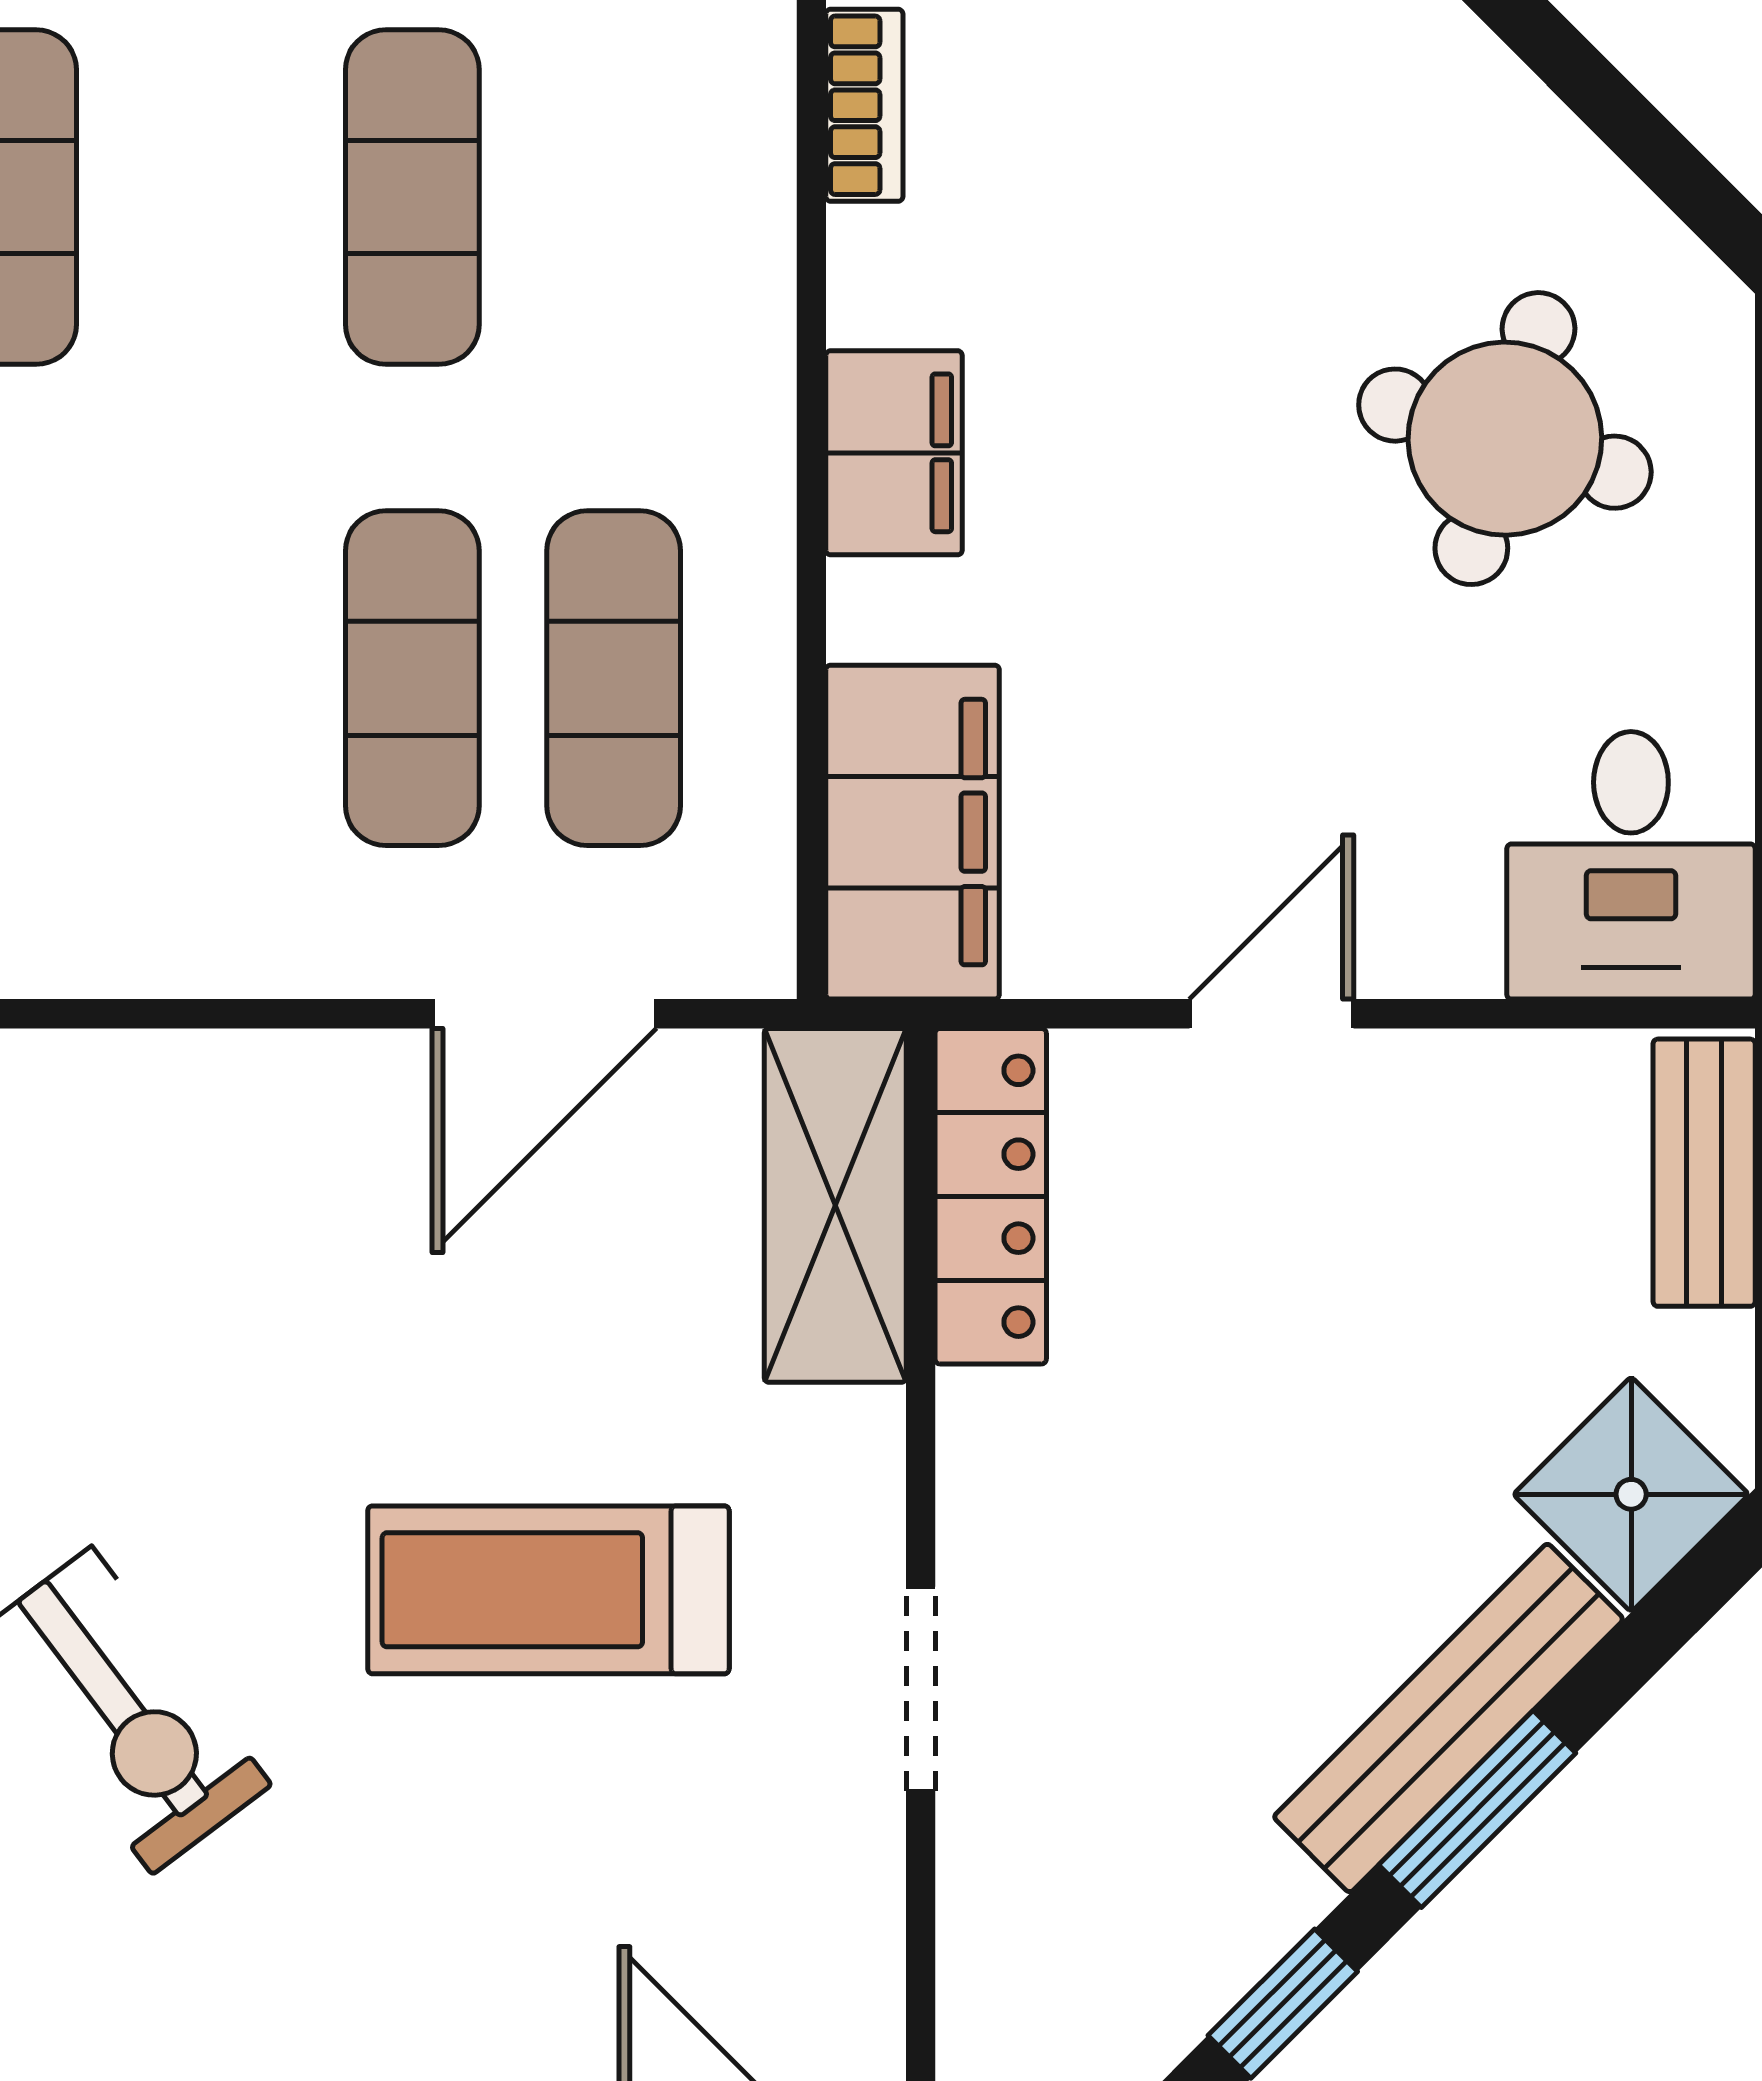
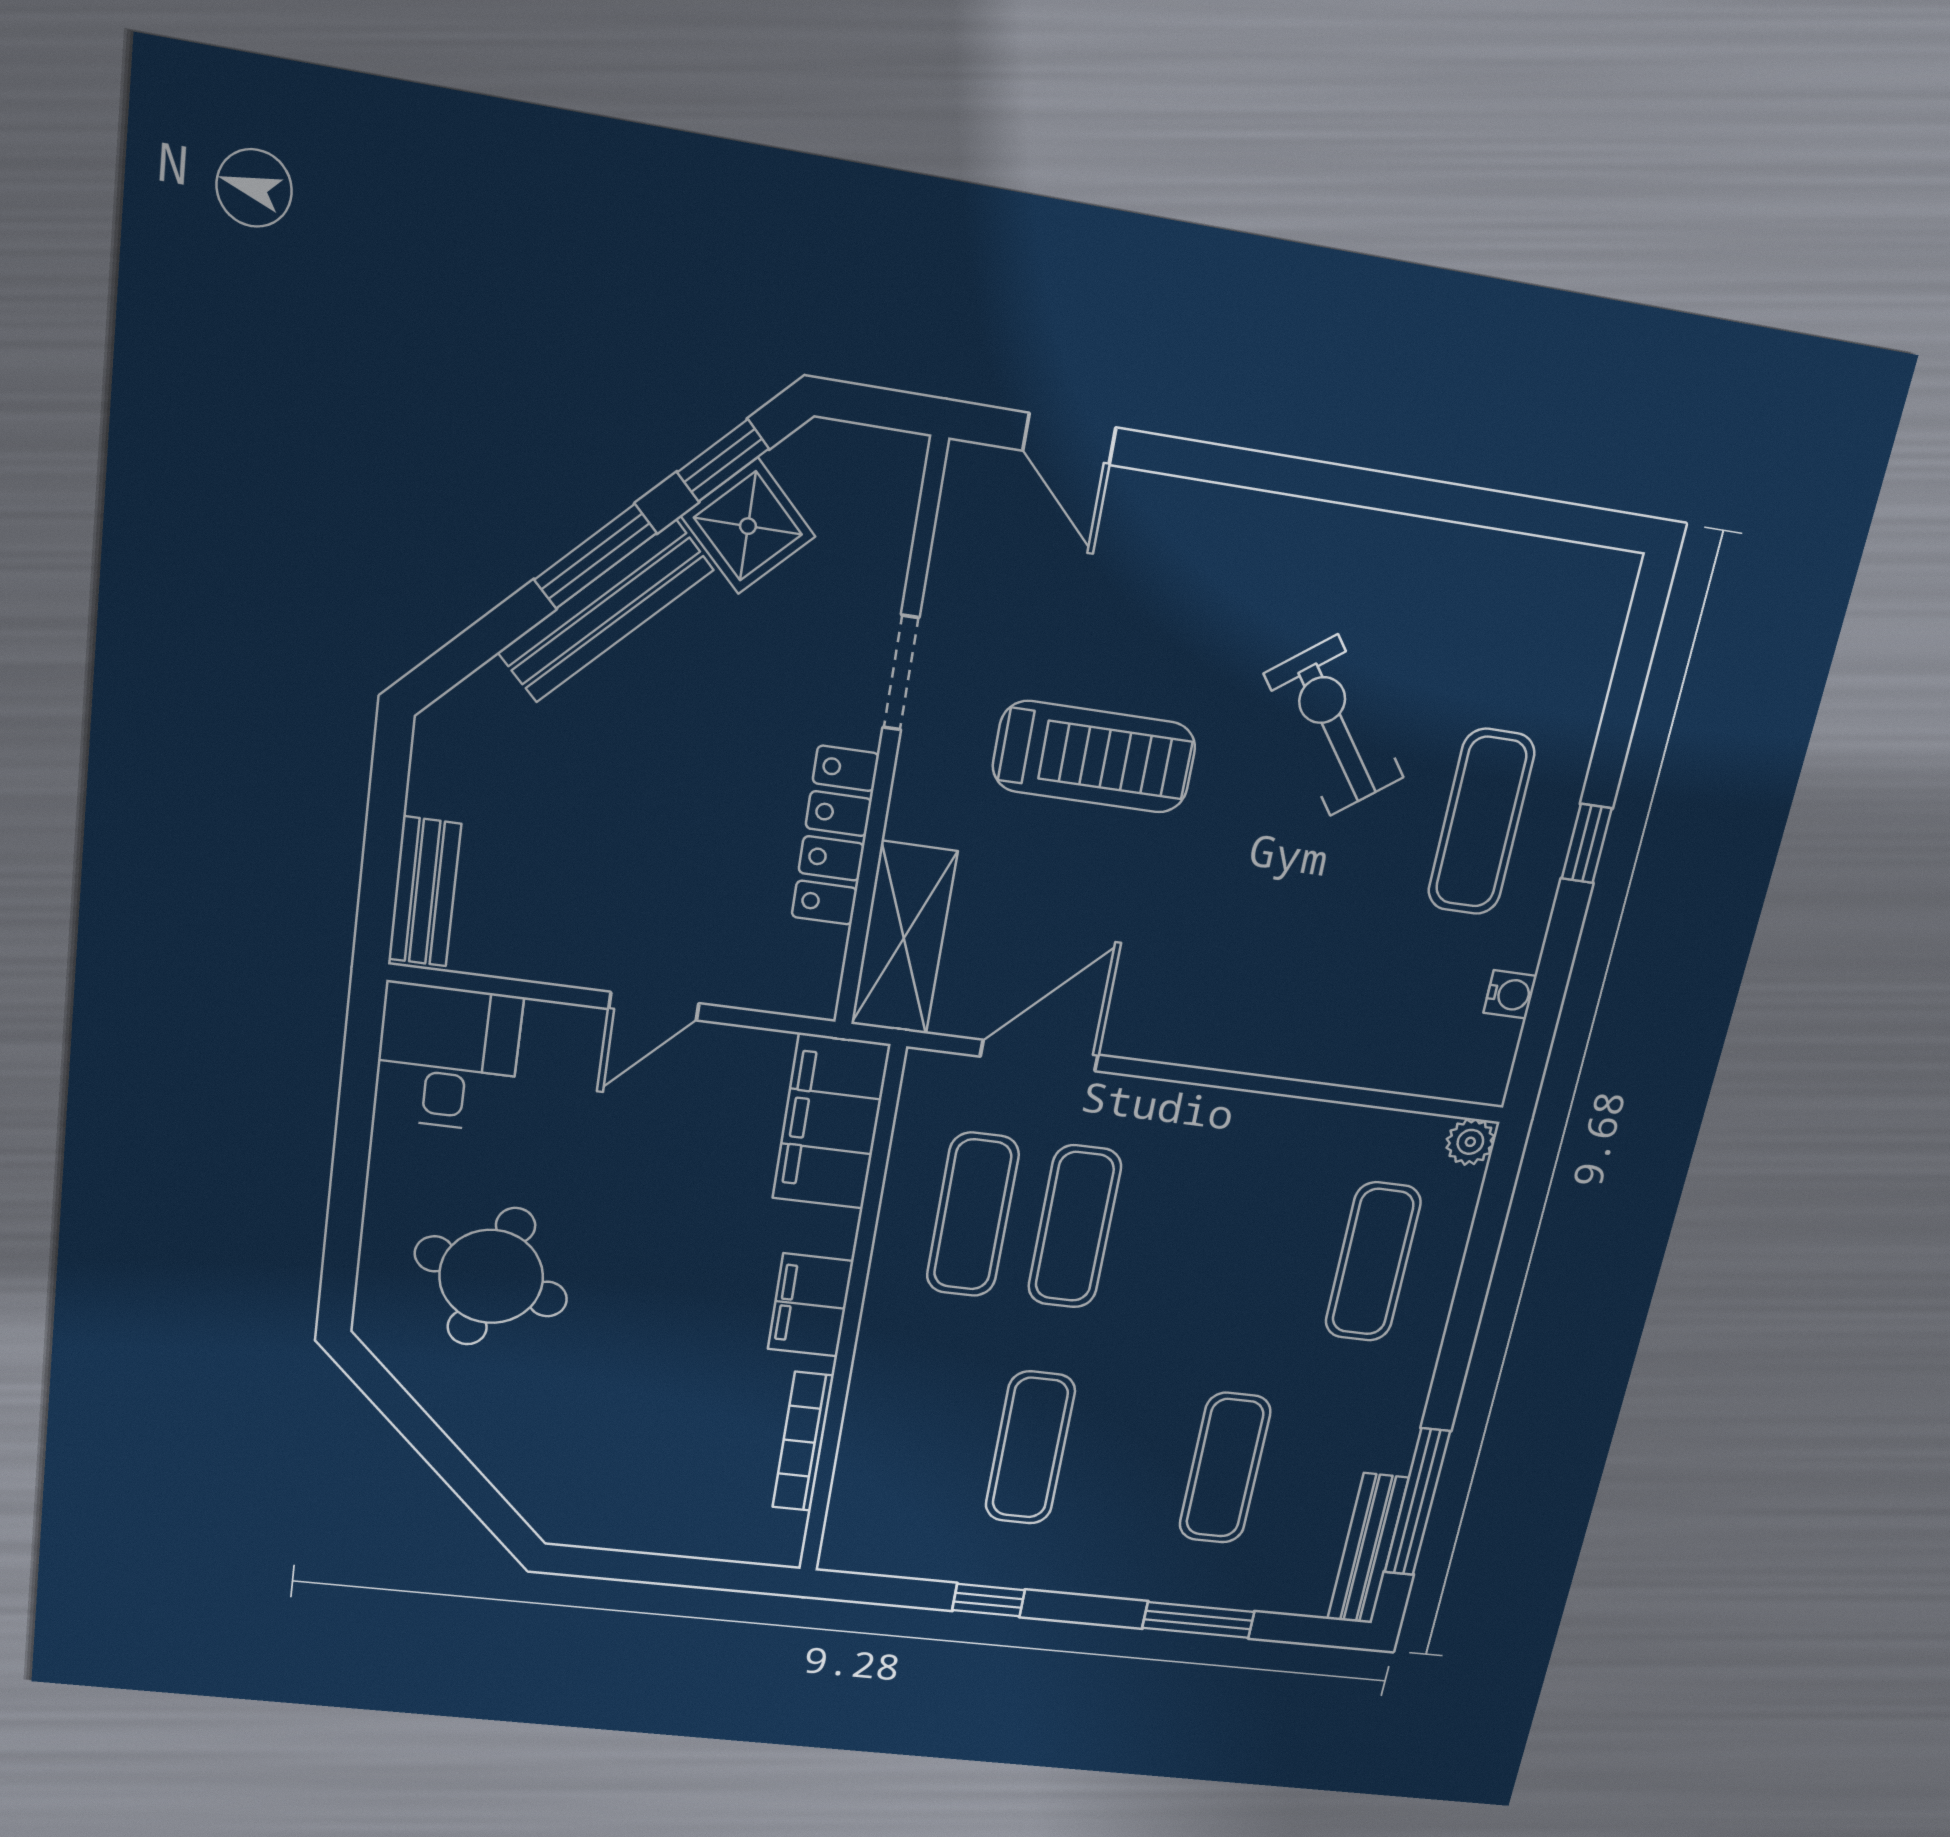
bookcase: (864, 105) -> (803, 1442), width x1.56
locker: (991, 1196) -> (835, 836), moved
shower: (1631, 1494) -> (748, 526), moved

